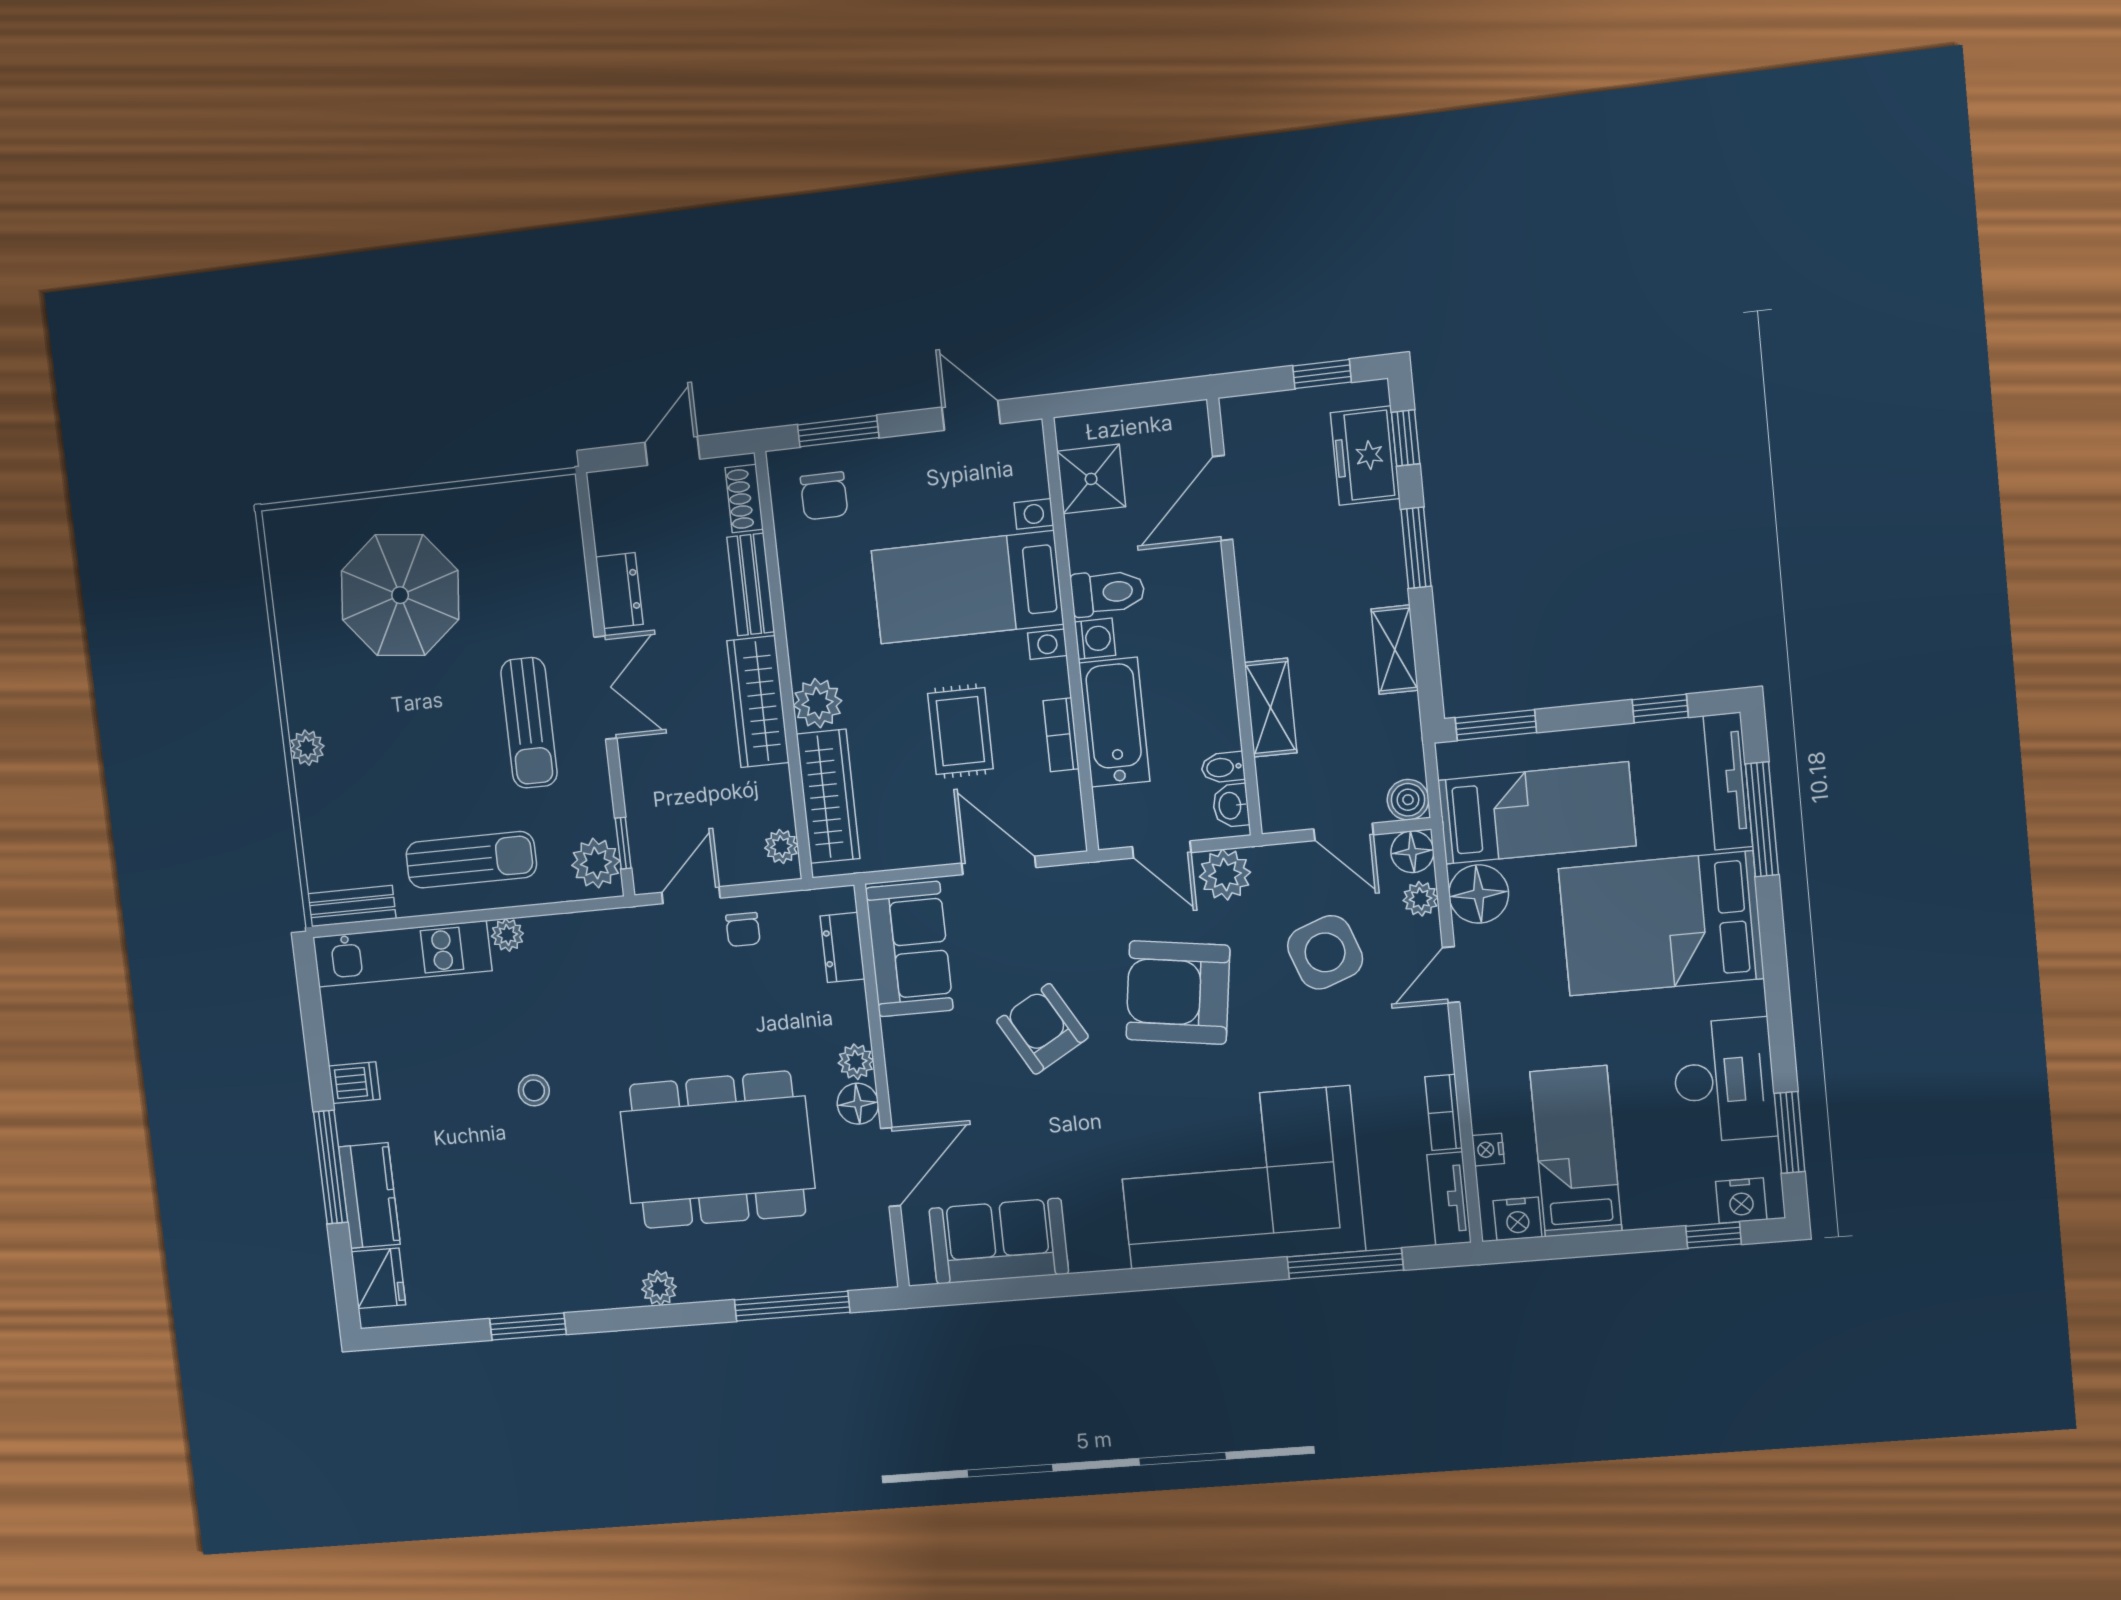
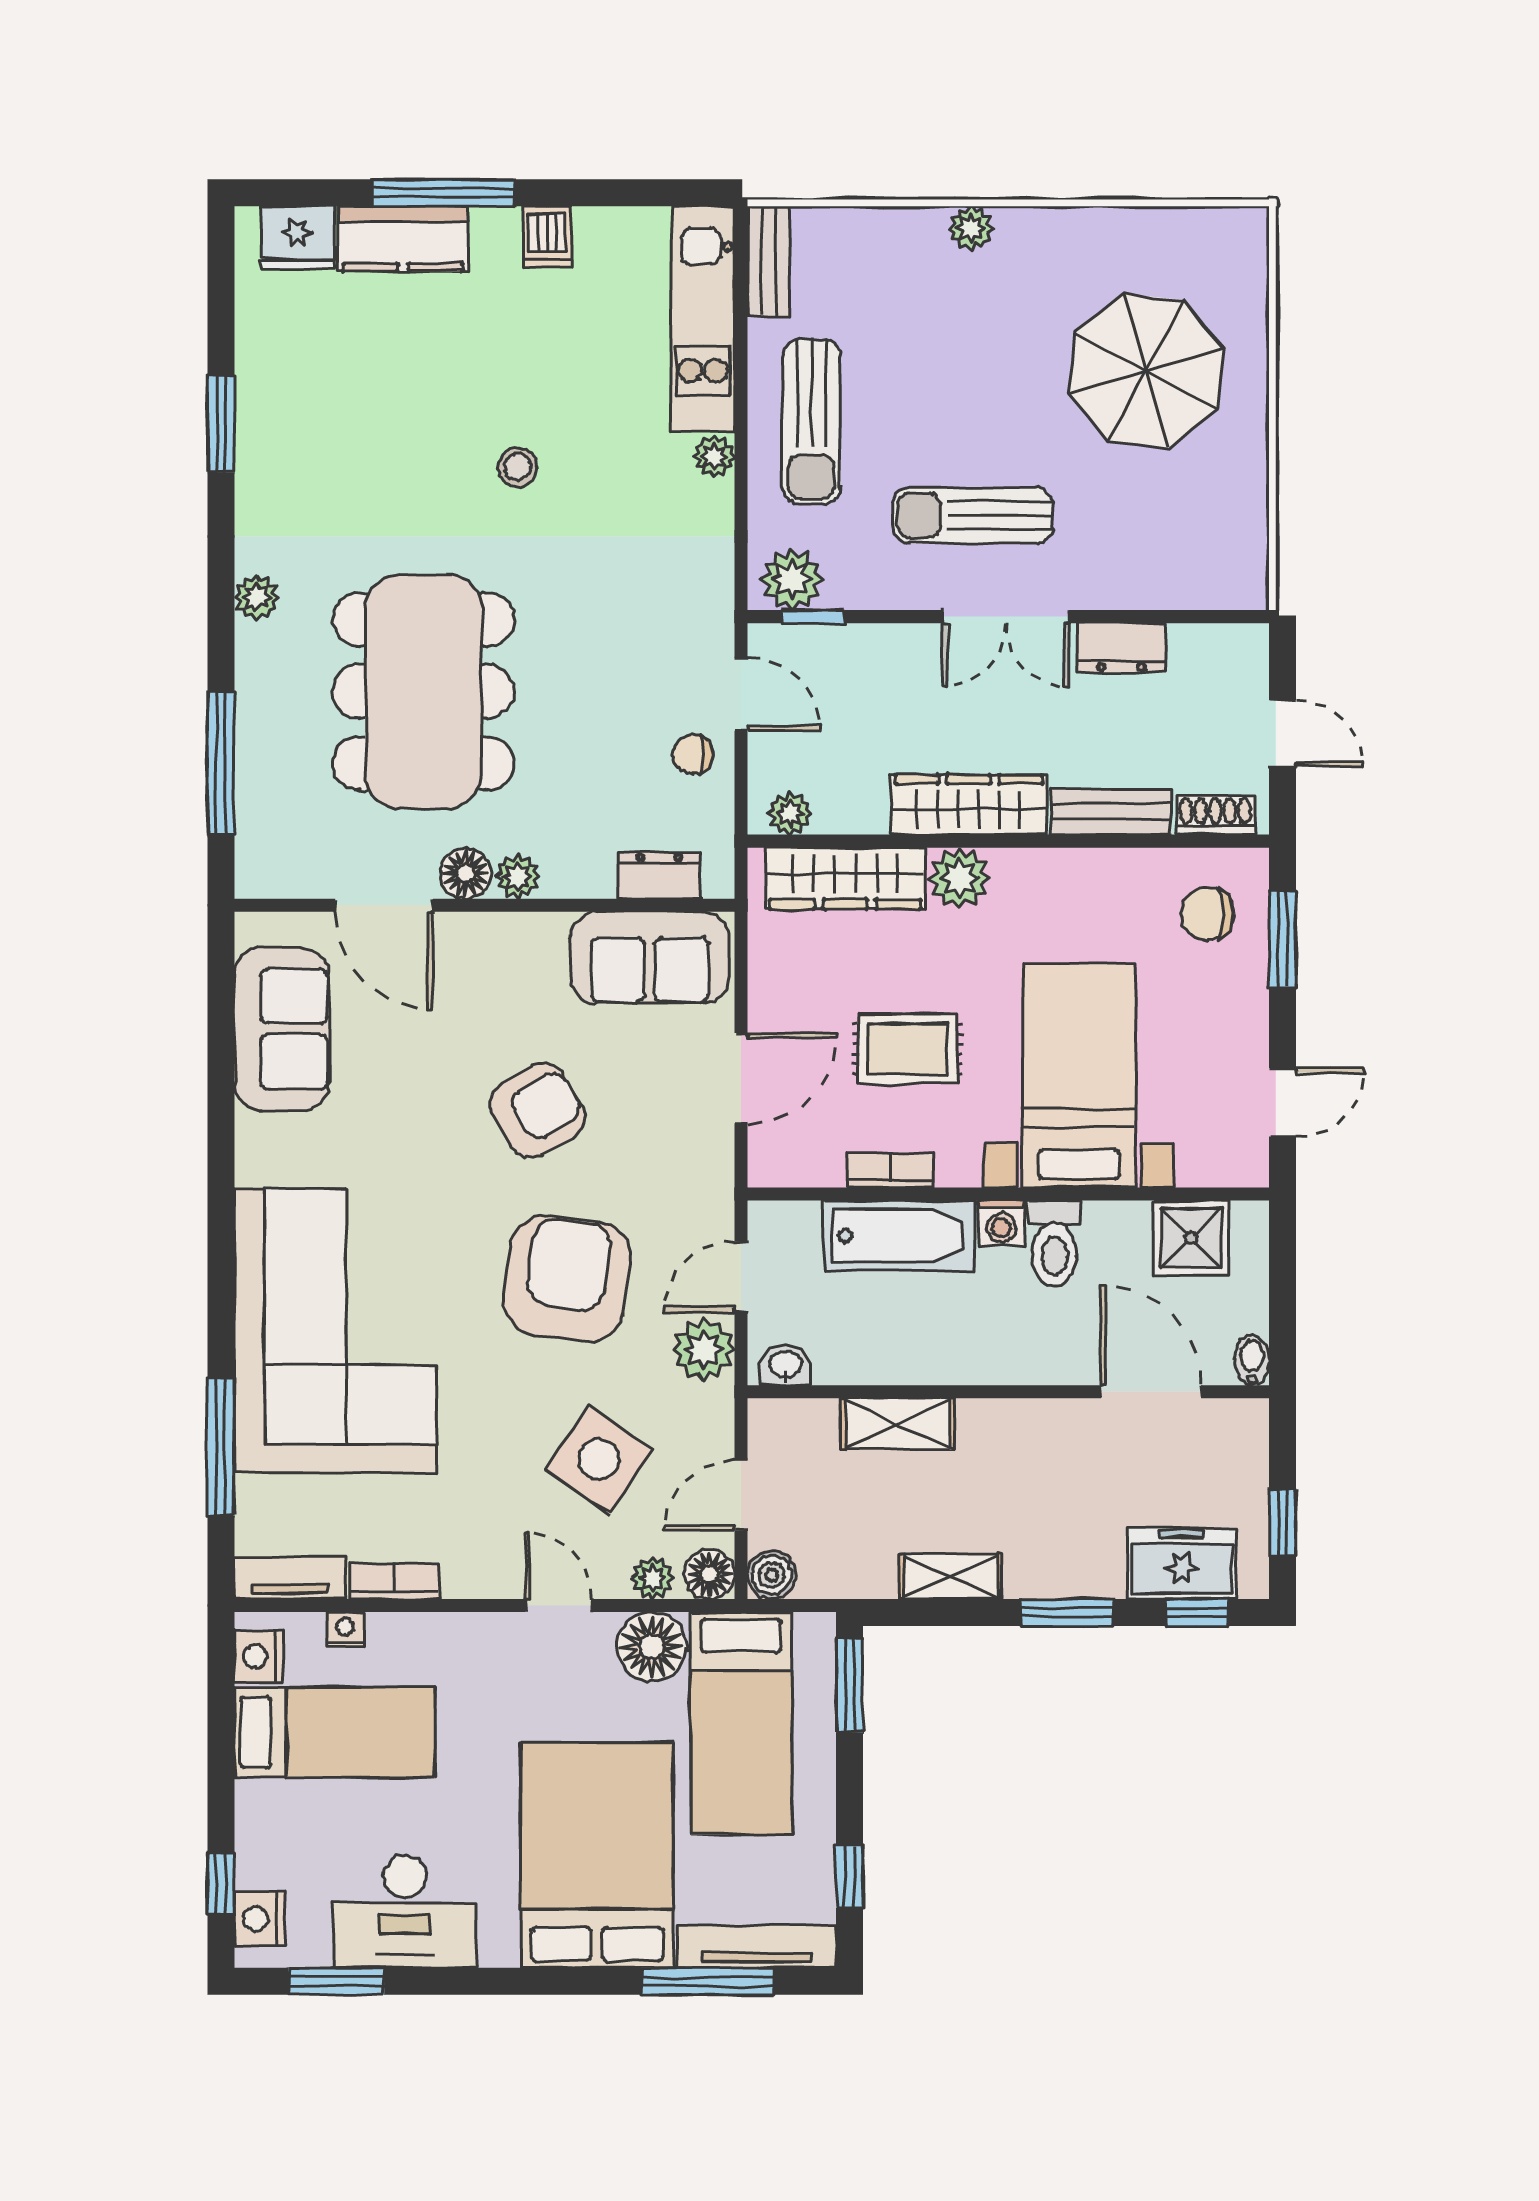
bidet: (1223, 767) -> (1252, 1360), moved
side table: (1325, 952) -> (599, 1459), turned -36

